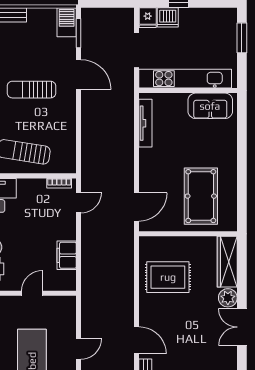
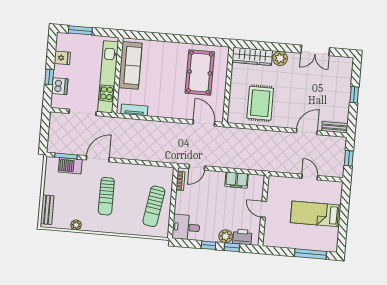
fridge: (148, 18) -> (62, 58), moved
barbecue: (67, 22) -> (70, 166), moved
sofa: (210, 106) -> (130, 65), width x1.36
tv unit: (145, 123) -> (134, 110), width x0.71
pool table: (201, 196) -> (200, 72), turned 90
door: (79, 203) -> (197, 167), swing flipped
double door: (242, 327) -> (315, 50), moved

